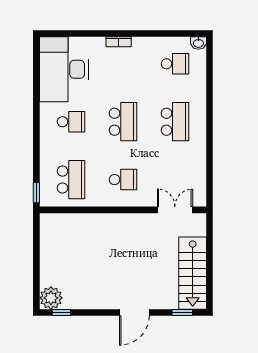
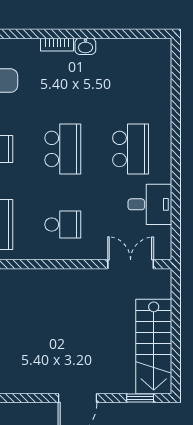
washbasin: (198, 43) -> (85, 46), moved
school desk: (175, 64) -> (131, 73), removed
desk: (190, 164) -> (150, 204), added

